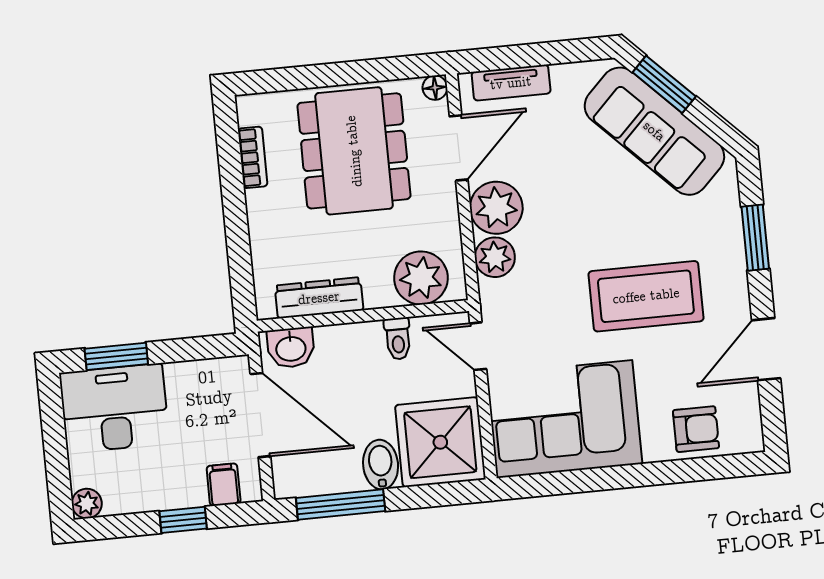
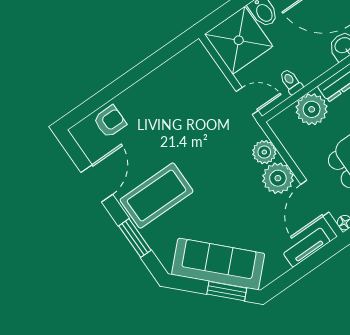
plant: (421, 278) -> (312, 109), moved
coffee table: (646, 296) -> (157, 196), moved
corner sofa: (564, 419) -> (181, 88), removed
armchair: (696, 429) -> (110, 121), turned 180

